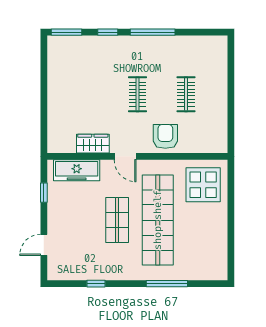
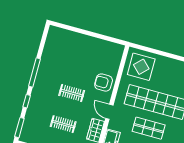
clothes rail: (186, 94) -> (63, 124), moved
door: (125, 156) -> (109, 112), swing flipped

